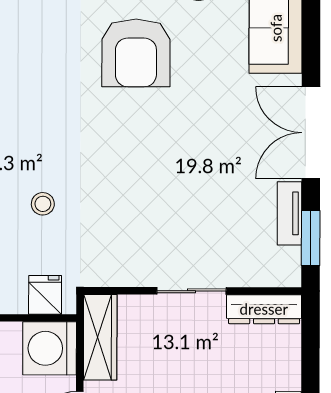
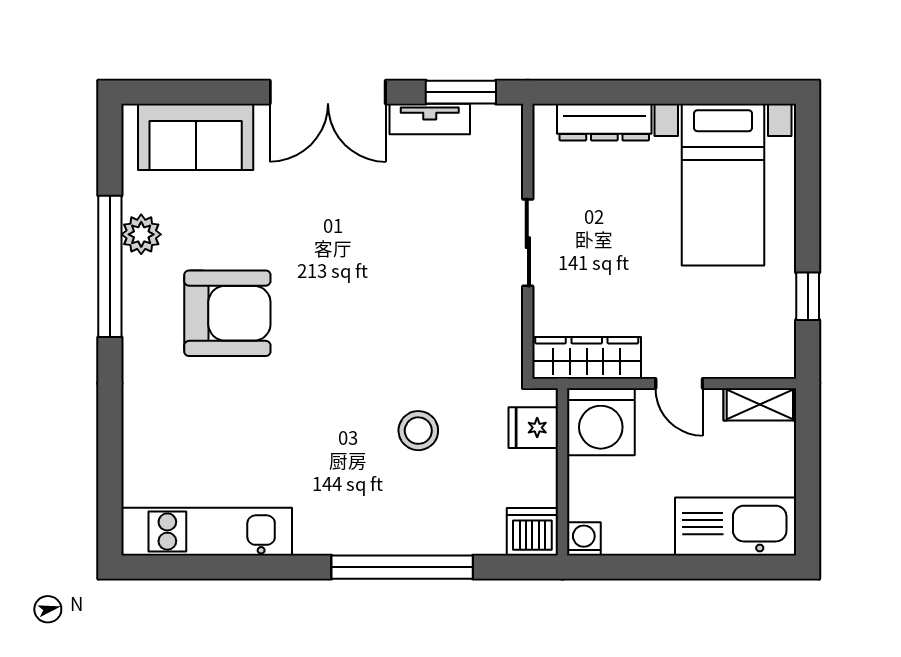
stool: (43, 204) -> (418, 431), width x1.37, depth x1.37
dresser: (264, 309) -> (604, 122), moved, turned 90

